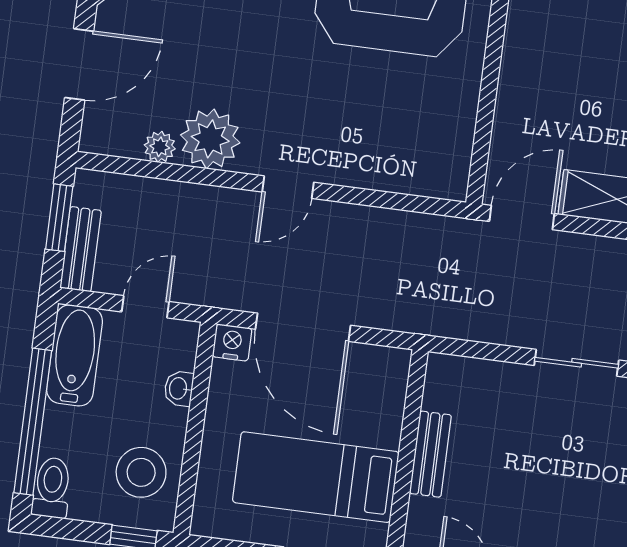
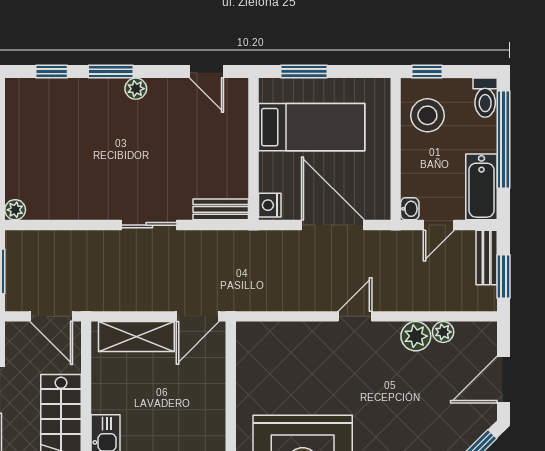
plant: (210, 139) -> (416, 336), width x0.73, depth x0.73
nightstand: (232, 343) -> (270, 205), moved, turned 90
washbasin: (179, 388) -> (410, 209), moved
bench: (430, 454) -> (221, 209), moved, turned 90

